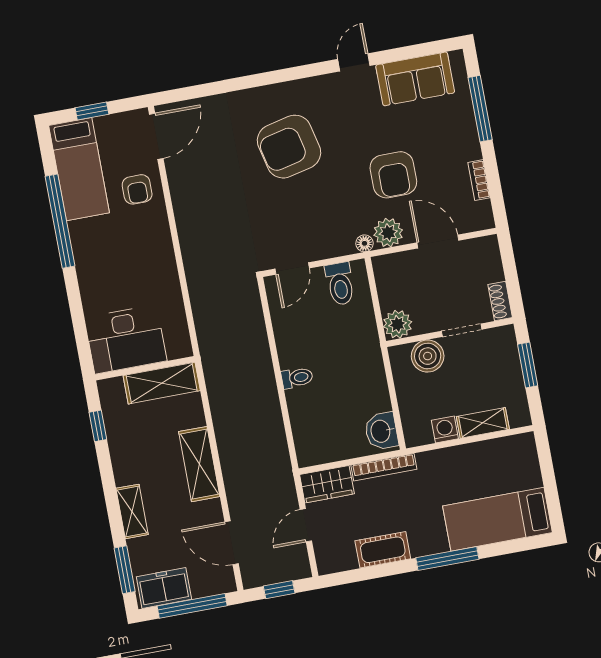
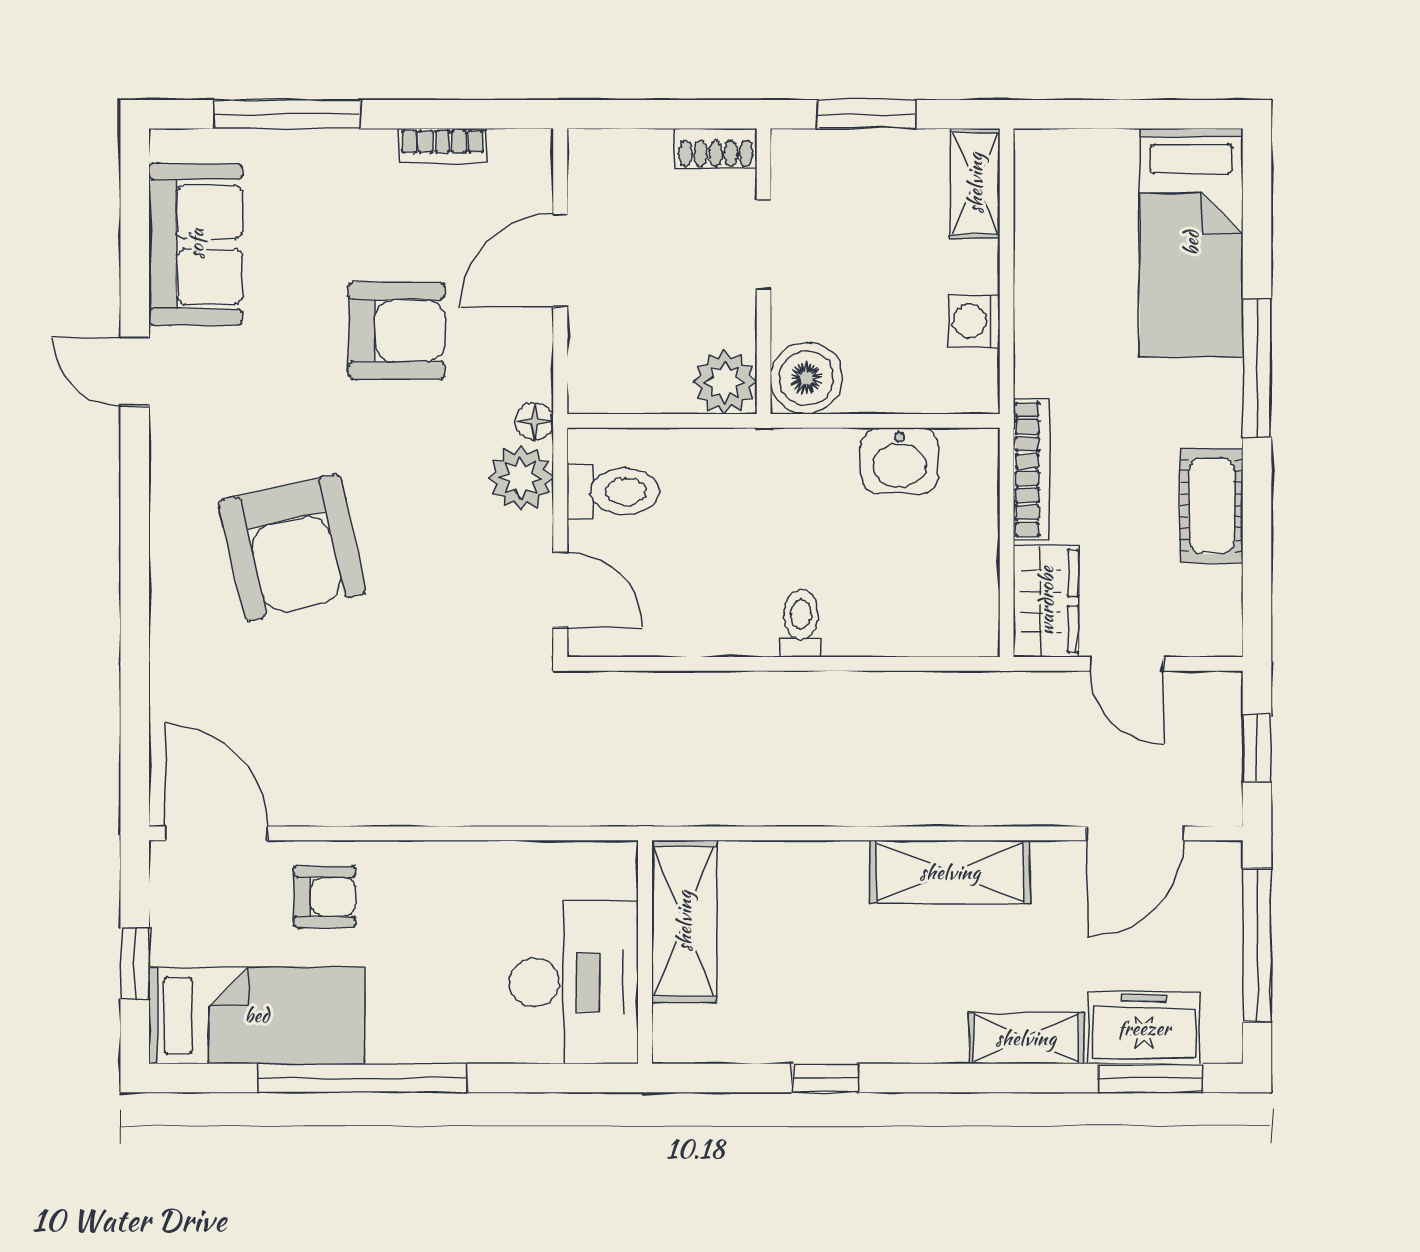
plant: (388, 233) -> (521, 478), moved
desk: (126, 339) -> (574, 982), moved
boiler: (428, 356) -> (806, 378), moved
wall: (145, 368) -> (645, 952), moved
shelving: (162, 383) -> (684, 921), moved
shelving: (483, 423) -> (975, 183), moved
washbasin: (381, 431) -> (899, 461), moved
freezer: (164, 588) -> (1144, 1028), moved, turned 90

